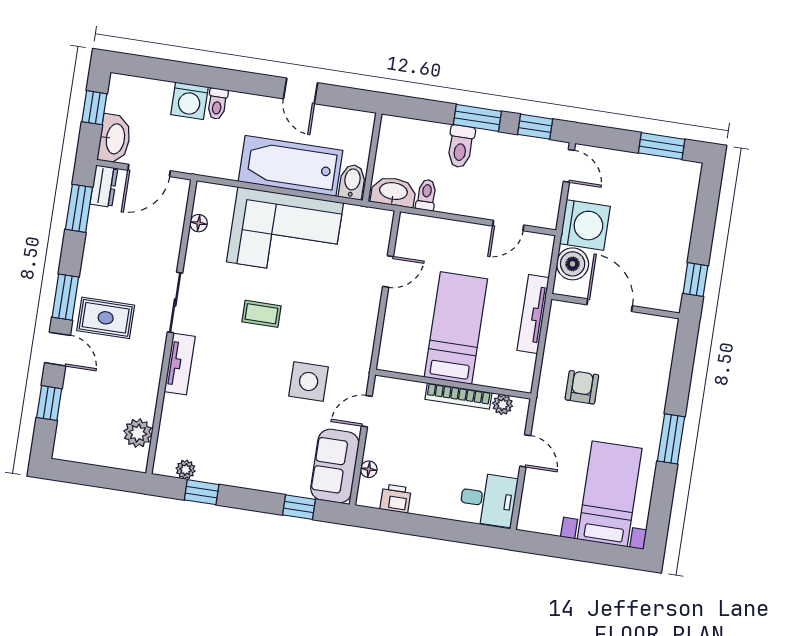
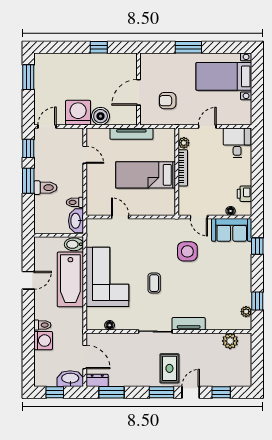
door: (610, 305) -> (138, 92), moved
wall: (615, 306) -> (138, 89), moved

